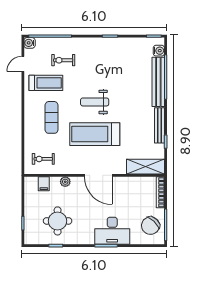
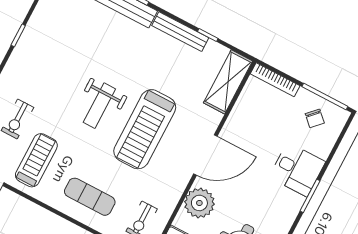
exercise mat: (52, 117) -> (90, 197), moved
plant: (65, 182) -> (199, 203), width x1.87, depth x1.87
chair: (150, 226) -> (315, 118), width x0.54, depth x0.54
desk: (112, 231) -> (297, 169), width x0.73

